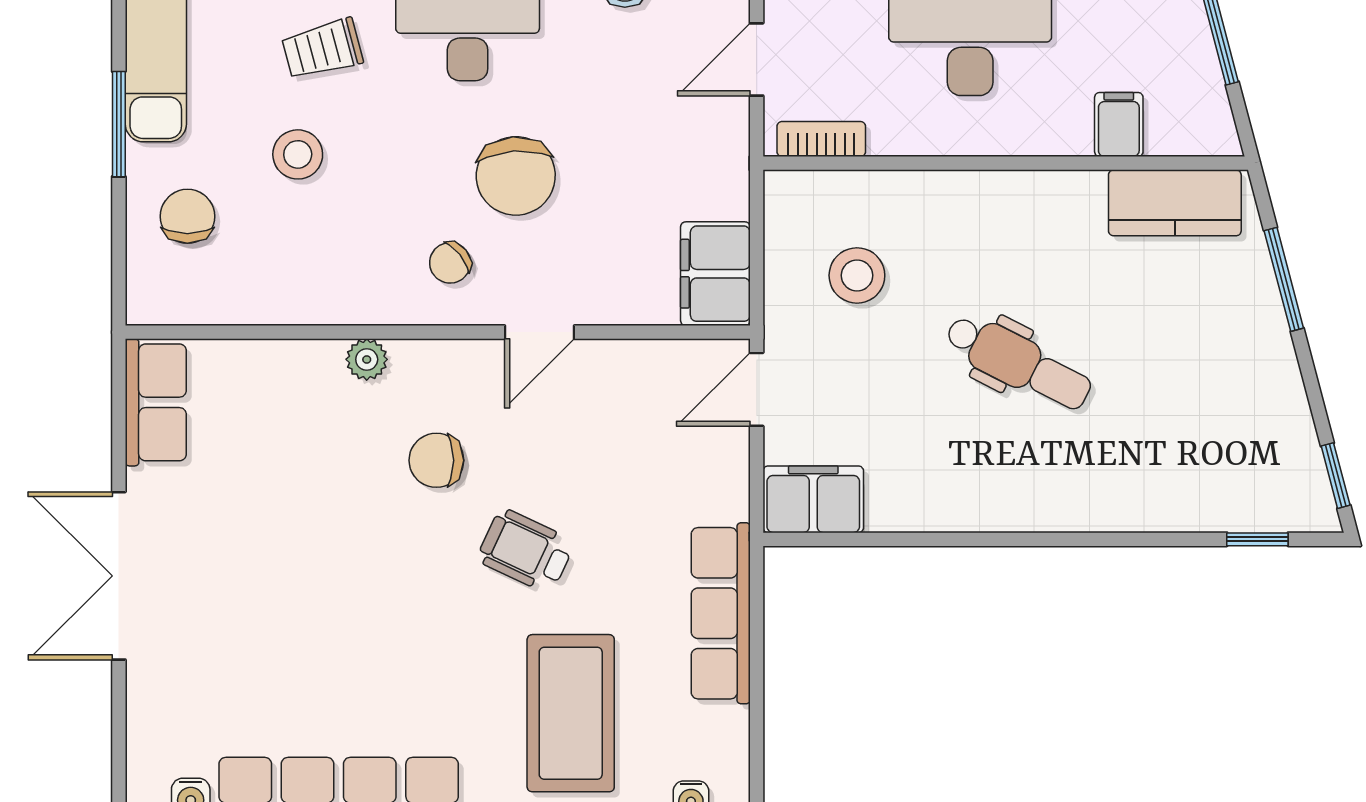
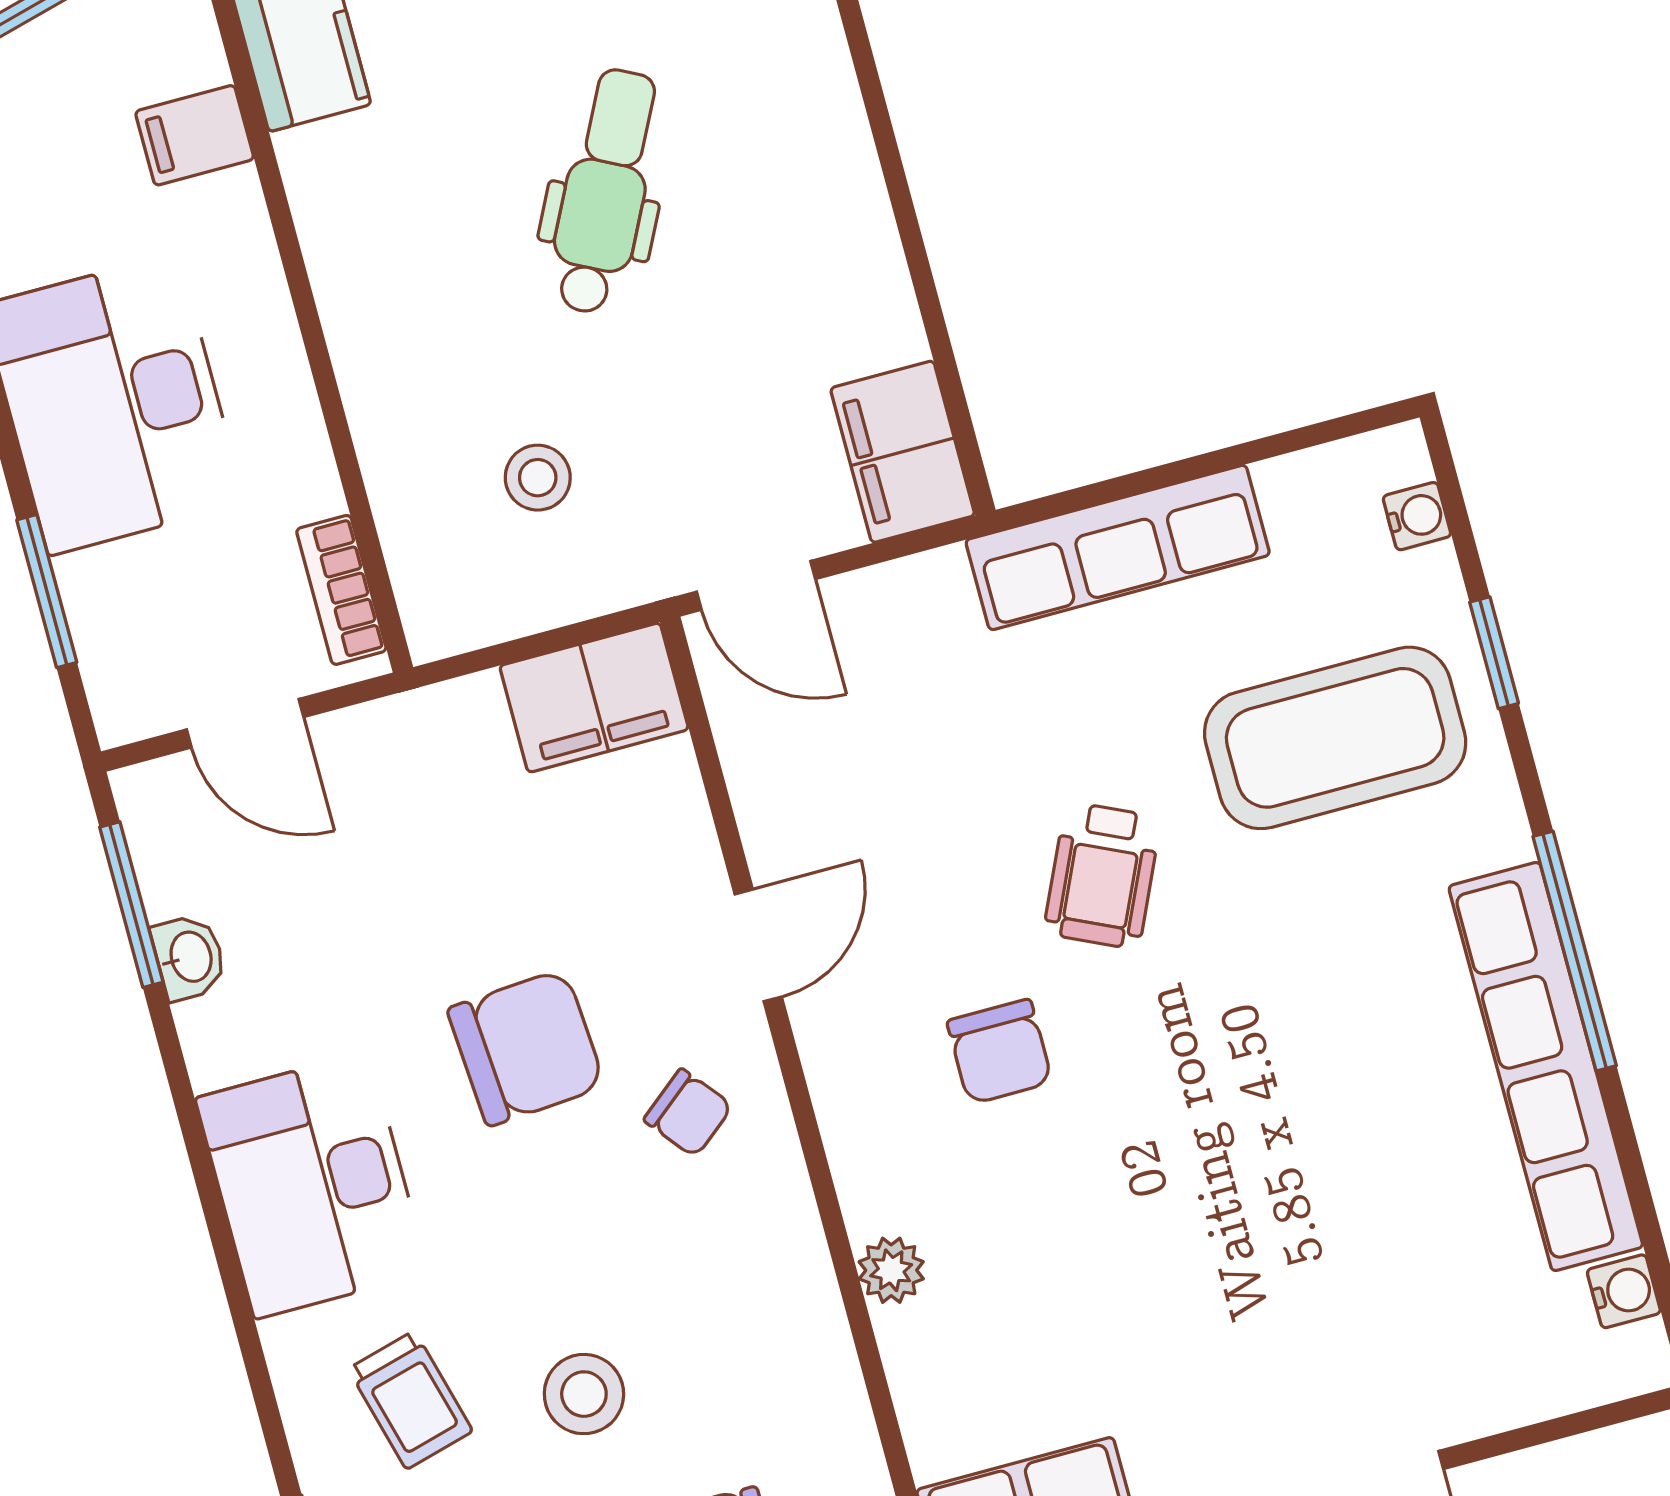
stool: (857, 275) -> (538, 478), width x0.73, depth x0.73
door: (540, 332) -> (758, 945), hinge flipped
plant: (367, 359) -> (891, 1270), moved

